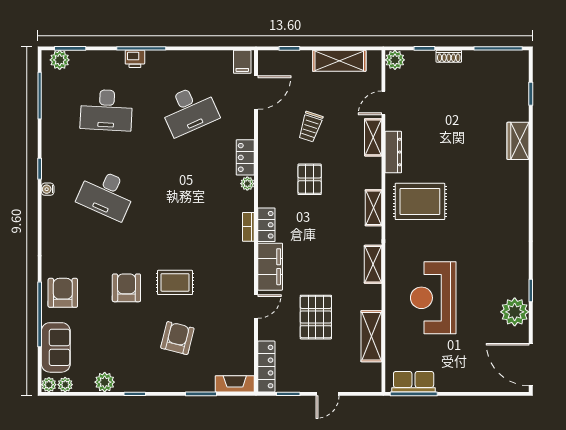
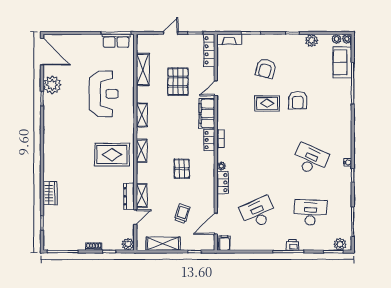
trolley: (310, 127) -> (182, 214), moved
dresser: (393, 152) -> (129, 196), moved
armchair: (63, 293) -> (338, 97), removed

